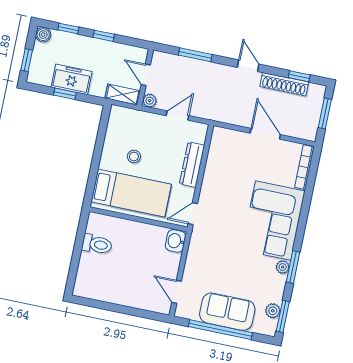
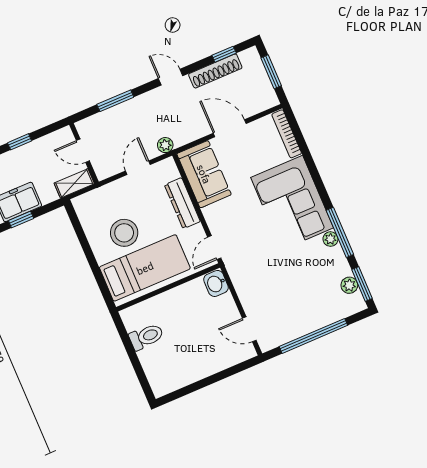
plant: (150, 101) -> (165, 145), moved
stool: (134, 156) -> (124, 233), width x1.89, depth x1.89
window: (293, 267) -> (340, 232), width x1.44
sofa: (227, 312) -> (204, 174), moved, turned 90

